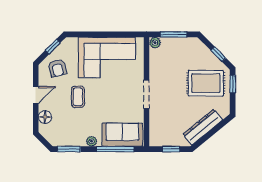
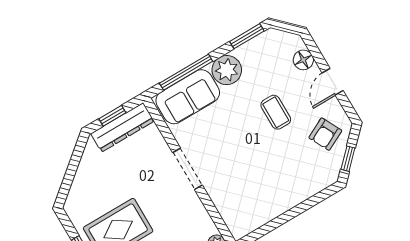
corner sofa: (107, 57) -> (268, 187), removed
armchair: (57, 68) -> (325, 134), turned -103
dresser: (203, 127) -> (122, 127), moved, turned 39
plant: (92, 141) -> (227, 70), width x1.88, depth x1.88

